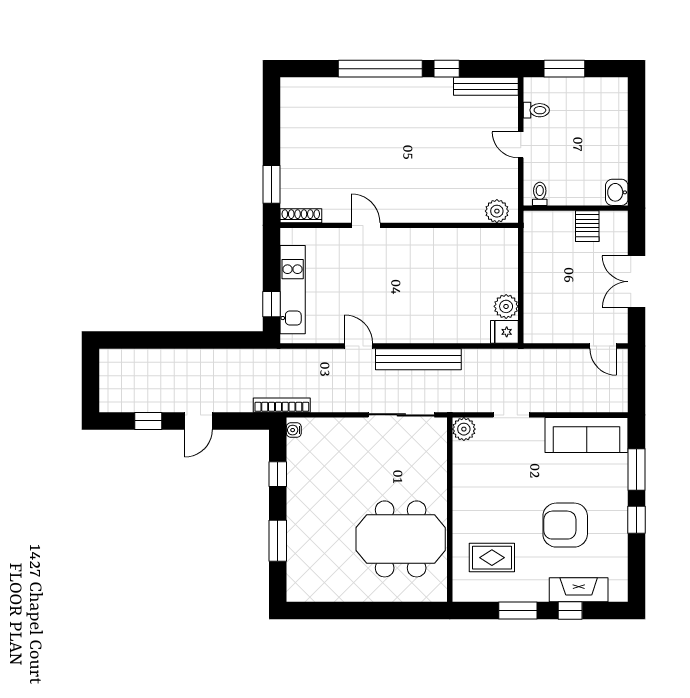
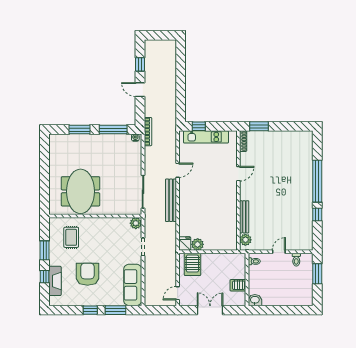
bench: (486, 86) -> (244, 217), moved
server rack: (546, 316) -> (192, 264), added
window: (278, 474) -> (113, 130), width x2.17

